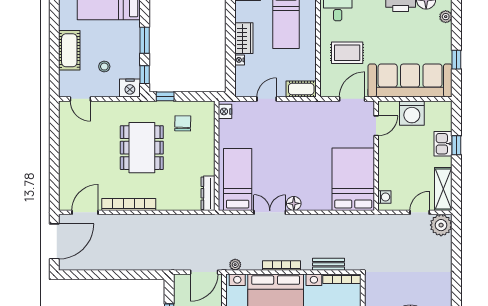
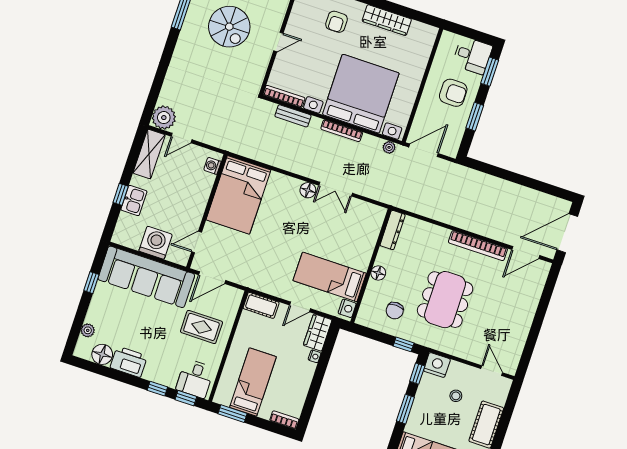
wardrobe: (244, 38) -> (318, 333), moved
floor lamp: (208, 151) -> (378, 273), added
bed: (238, 180) -> (330, 277), moved, turned 90

